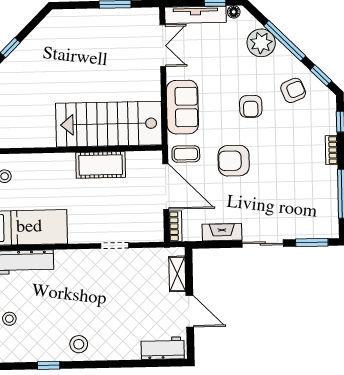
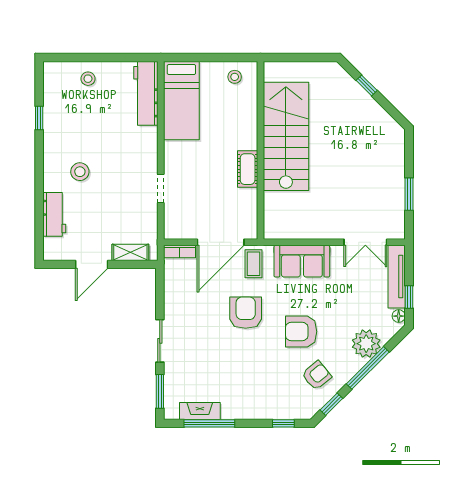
armchair: (293, 90) -> (317, 375), turned -107
armchair: (251, 106) -> (301, 332), width x1.38, depth x1.38
stairs: (109, 124) -> (286, 136), moved
bookcase: (331, 150) -> (254, 414), removed
cot: (101, 165) -> (248, 169), width x0.73, depth x0.75
fireplace: (222, 232) -> (200, 411), moved, turned -90
stool: (79, 344) -> (80, 172), moved
workbench: (163, 348) -> (54, 214), moved

